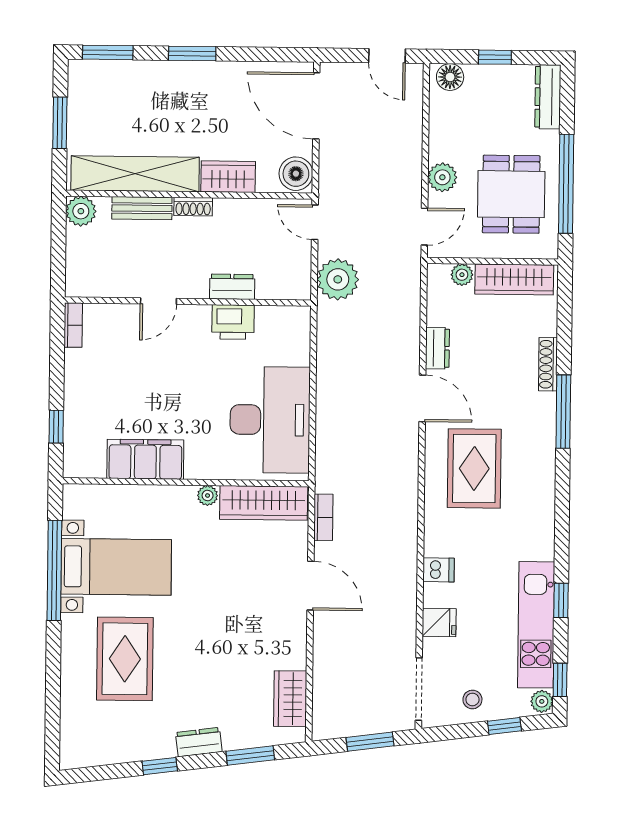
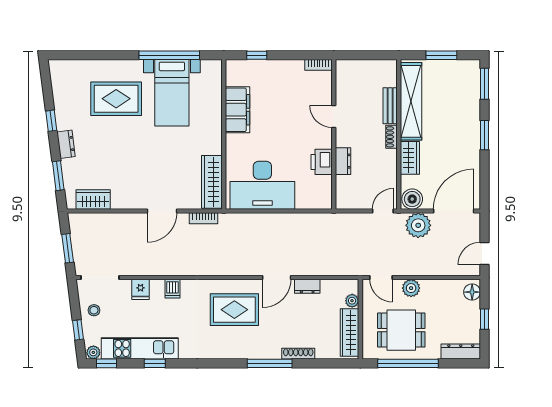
plant: (81, 211) -> (388, 69), removed
plant: (338, 279) -> (418, 225), moved
plant: (208, 495) -> (216, 148), removed

